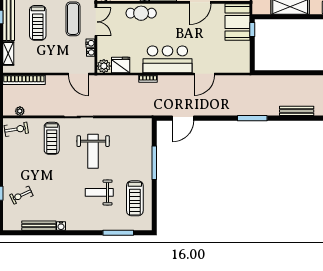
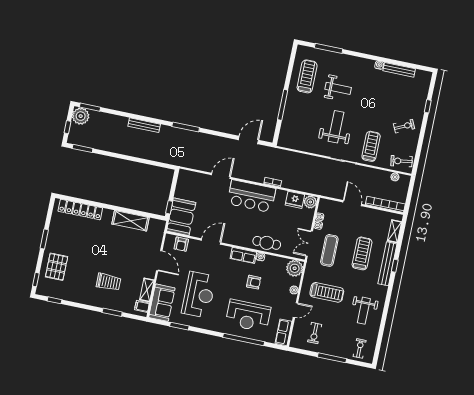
door: (79, 74) -> (352, 203), moved
exercise bike: (21, 195) -> (404, 126), moved

